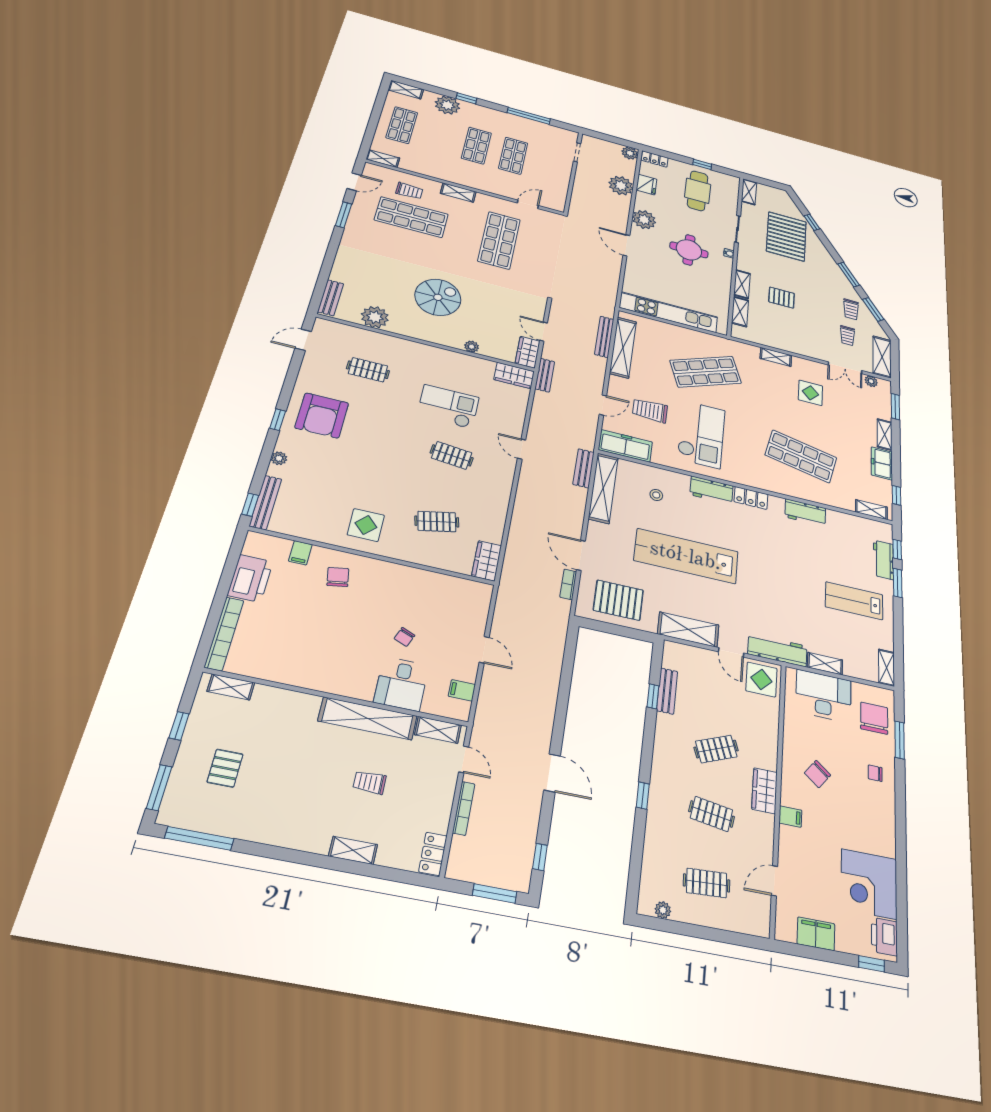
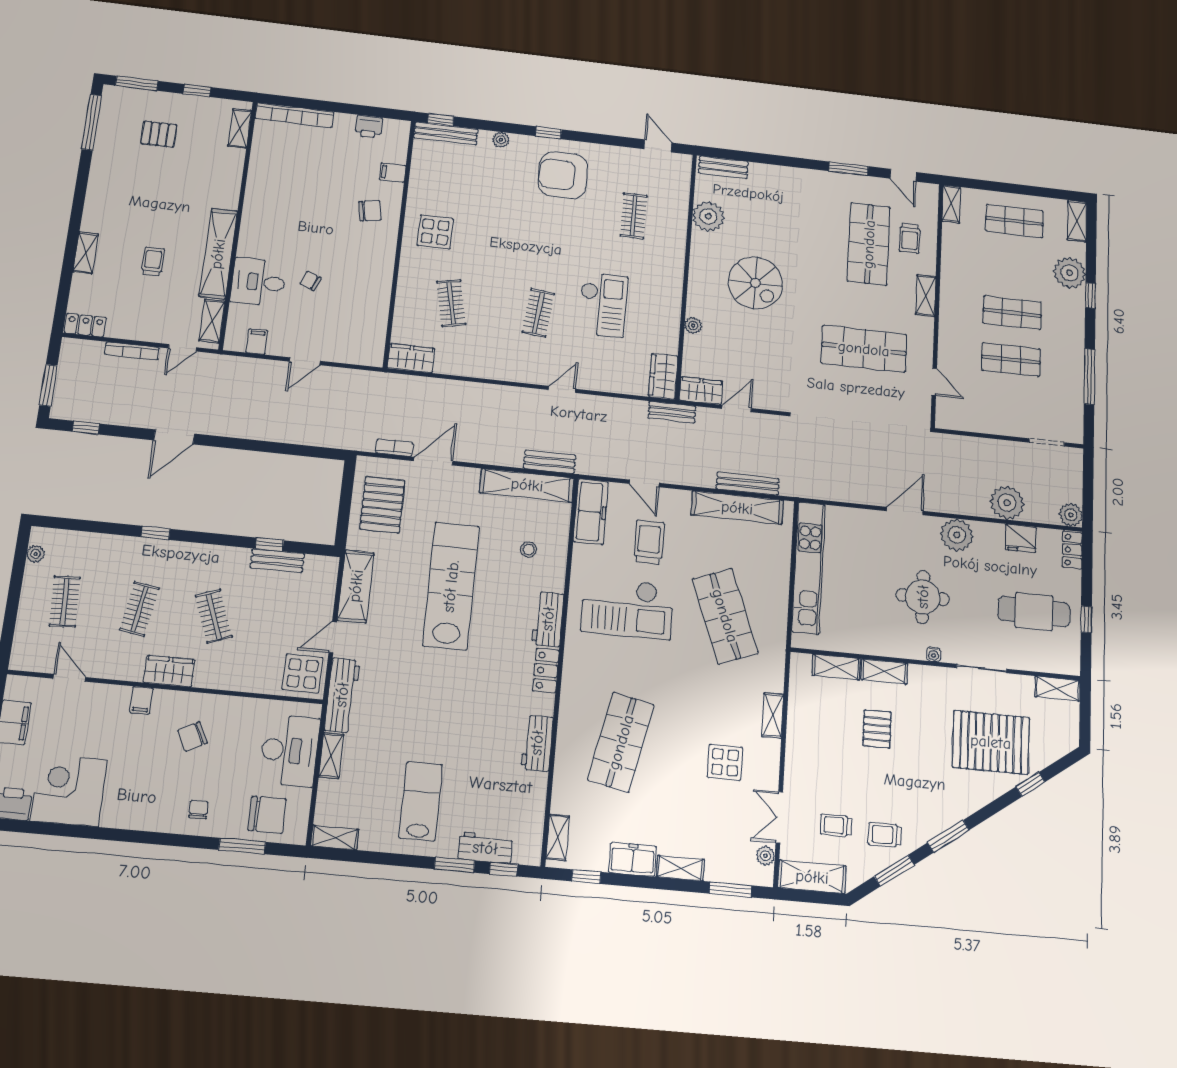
printer: (250, 578) -> (369, 127), width x0.53, depth x0.68
chair: (817, 774) -> (193, 736), turned -65

